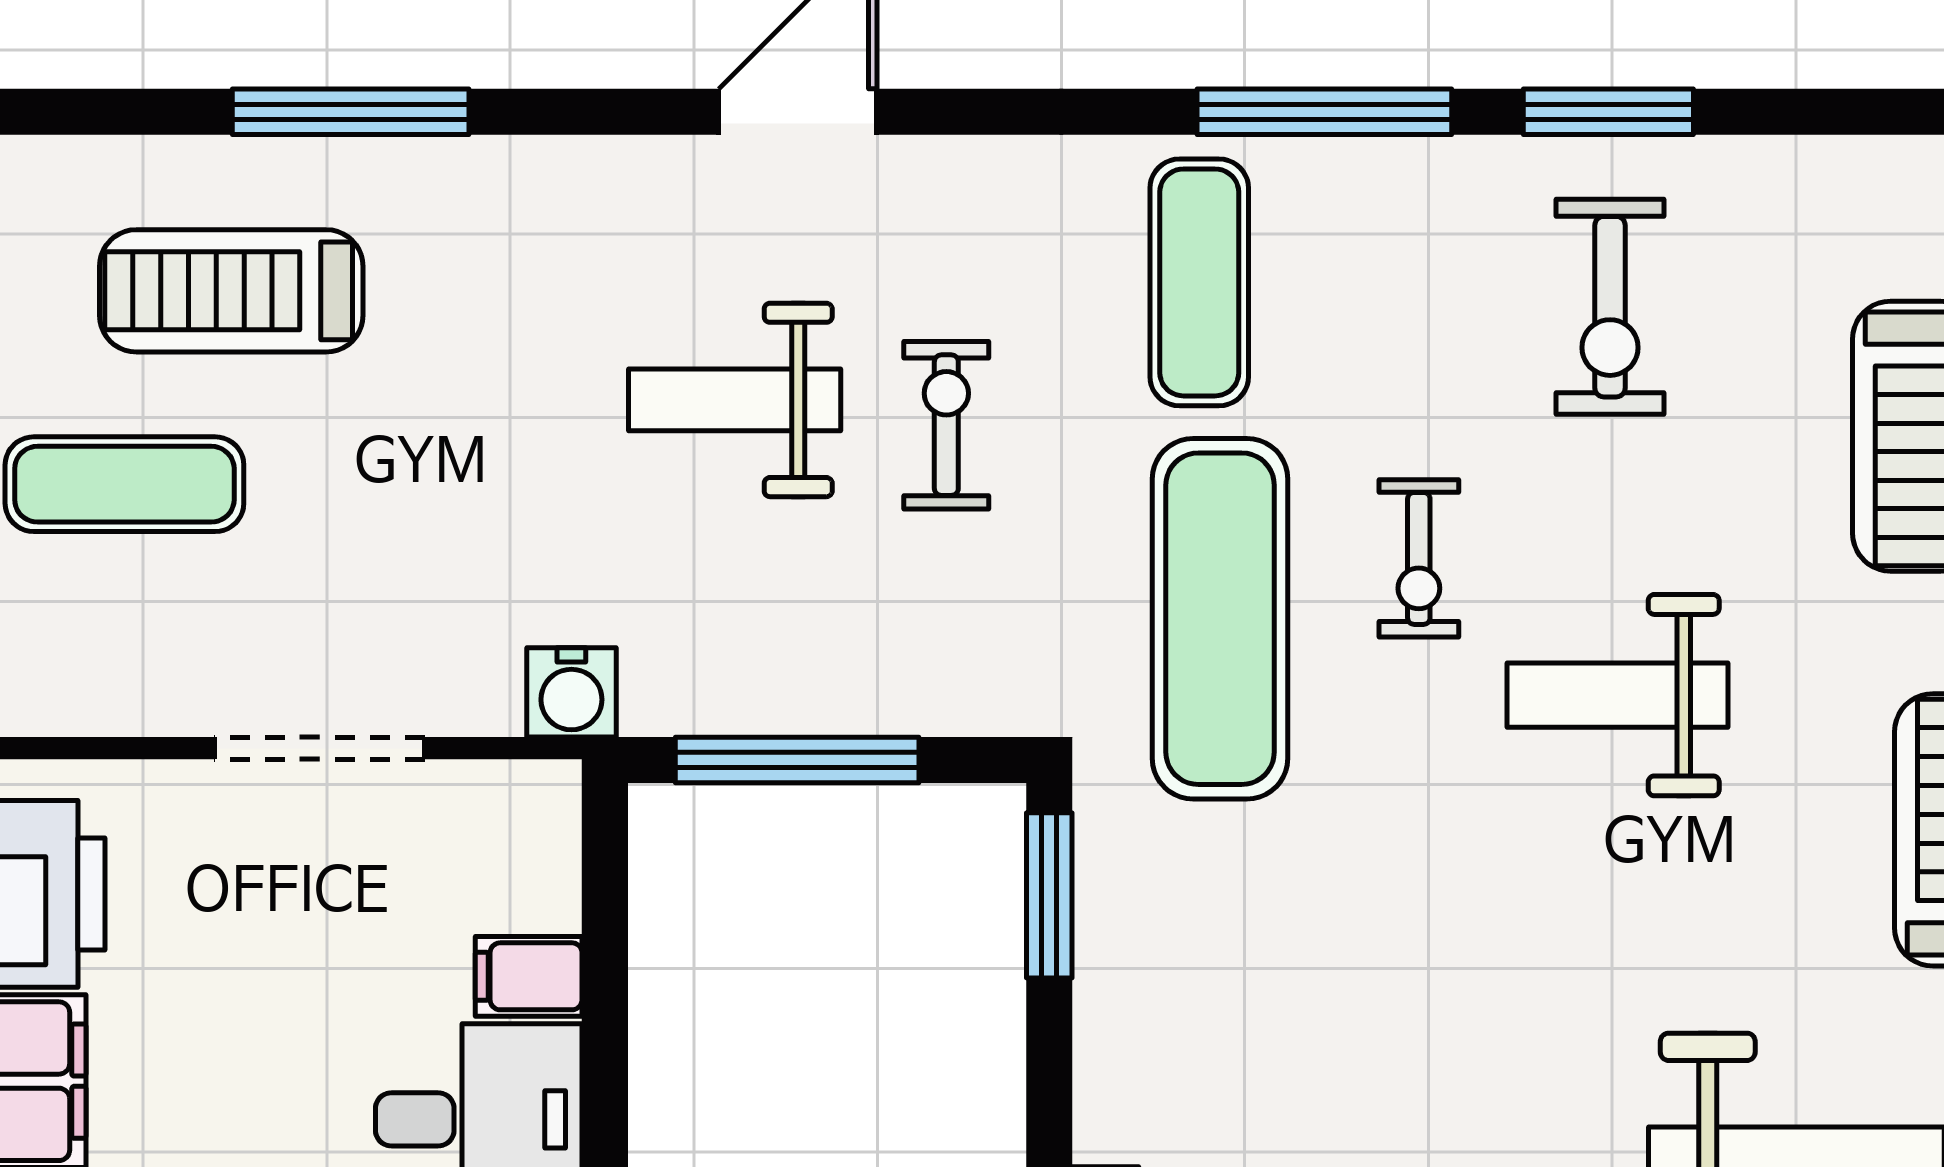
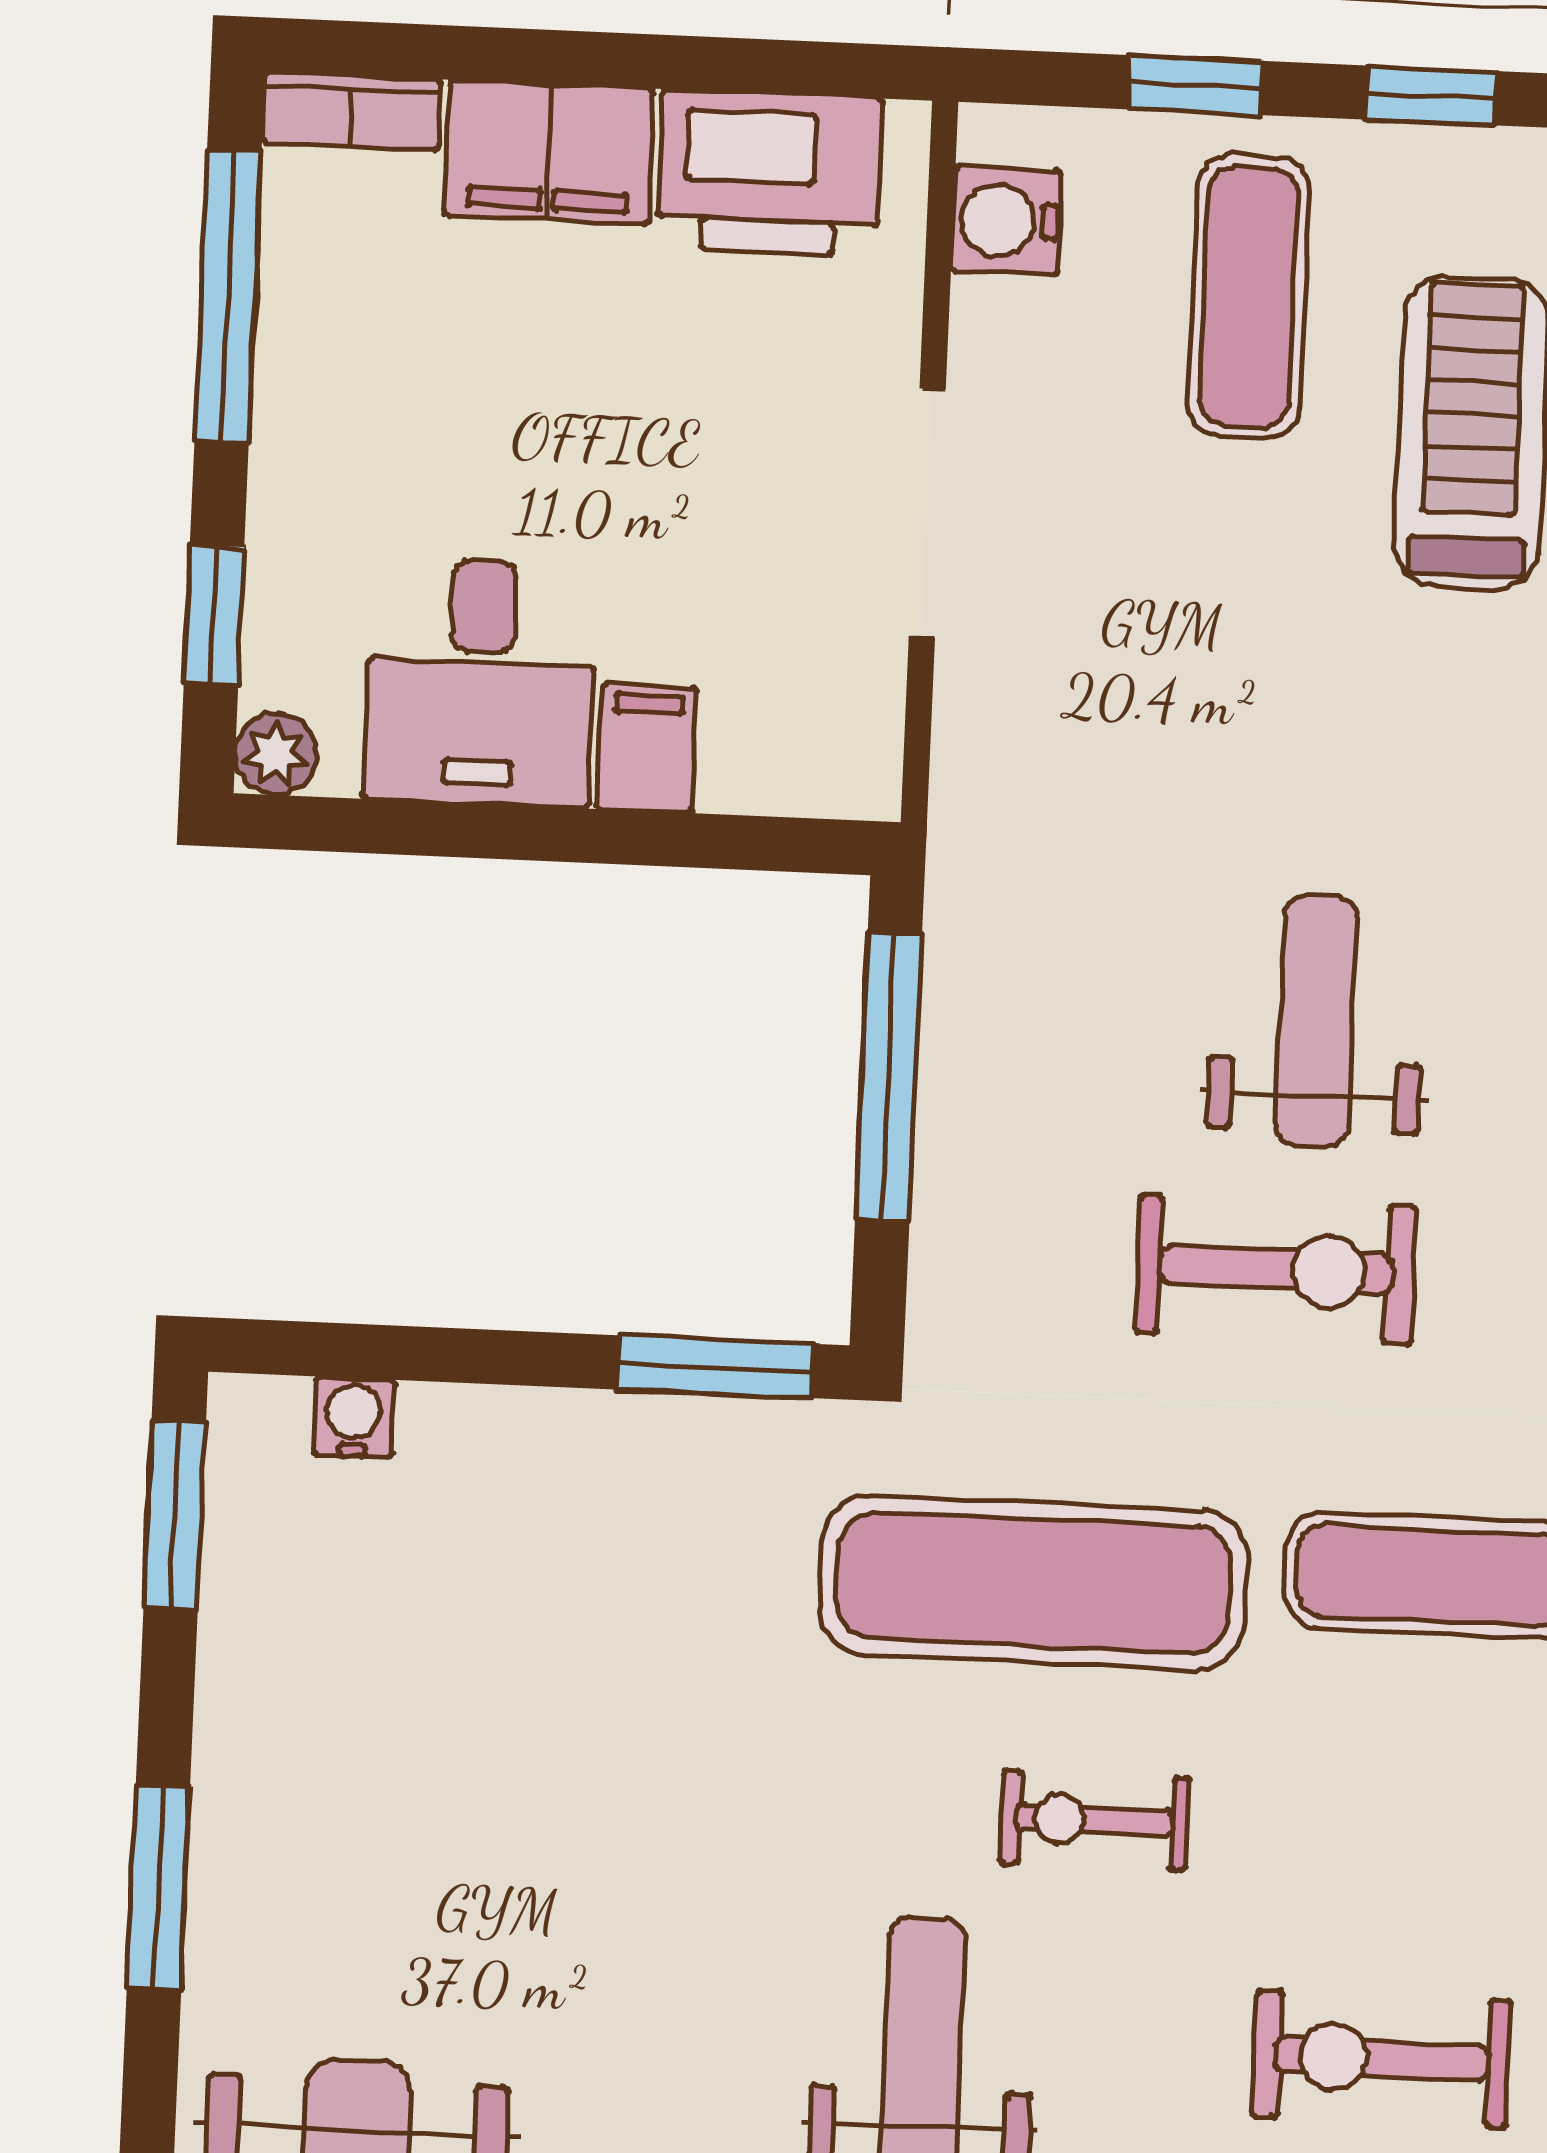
exercise bike: (946, 425) -> (1276, 1269), width x1.38, depth x1.39
water cooler: (571, 692) -> (1006, 221), moved

